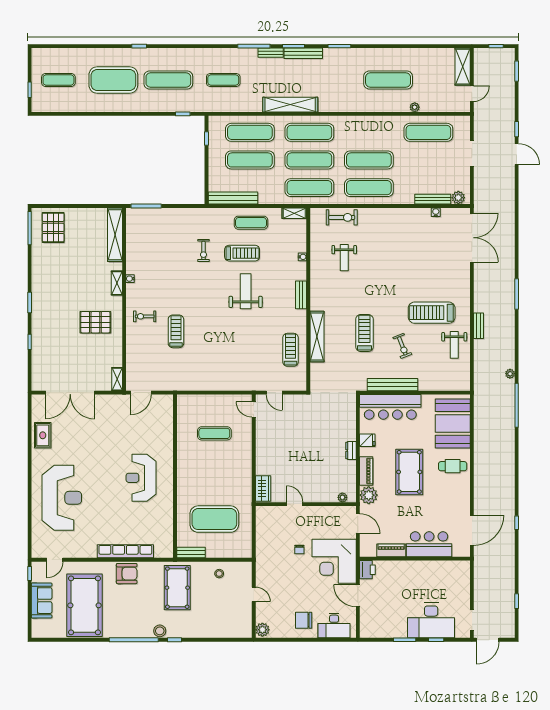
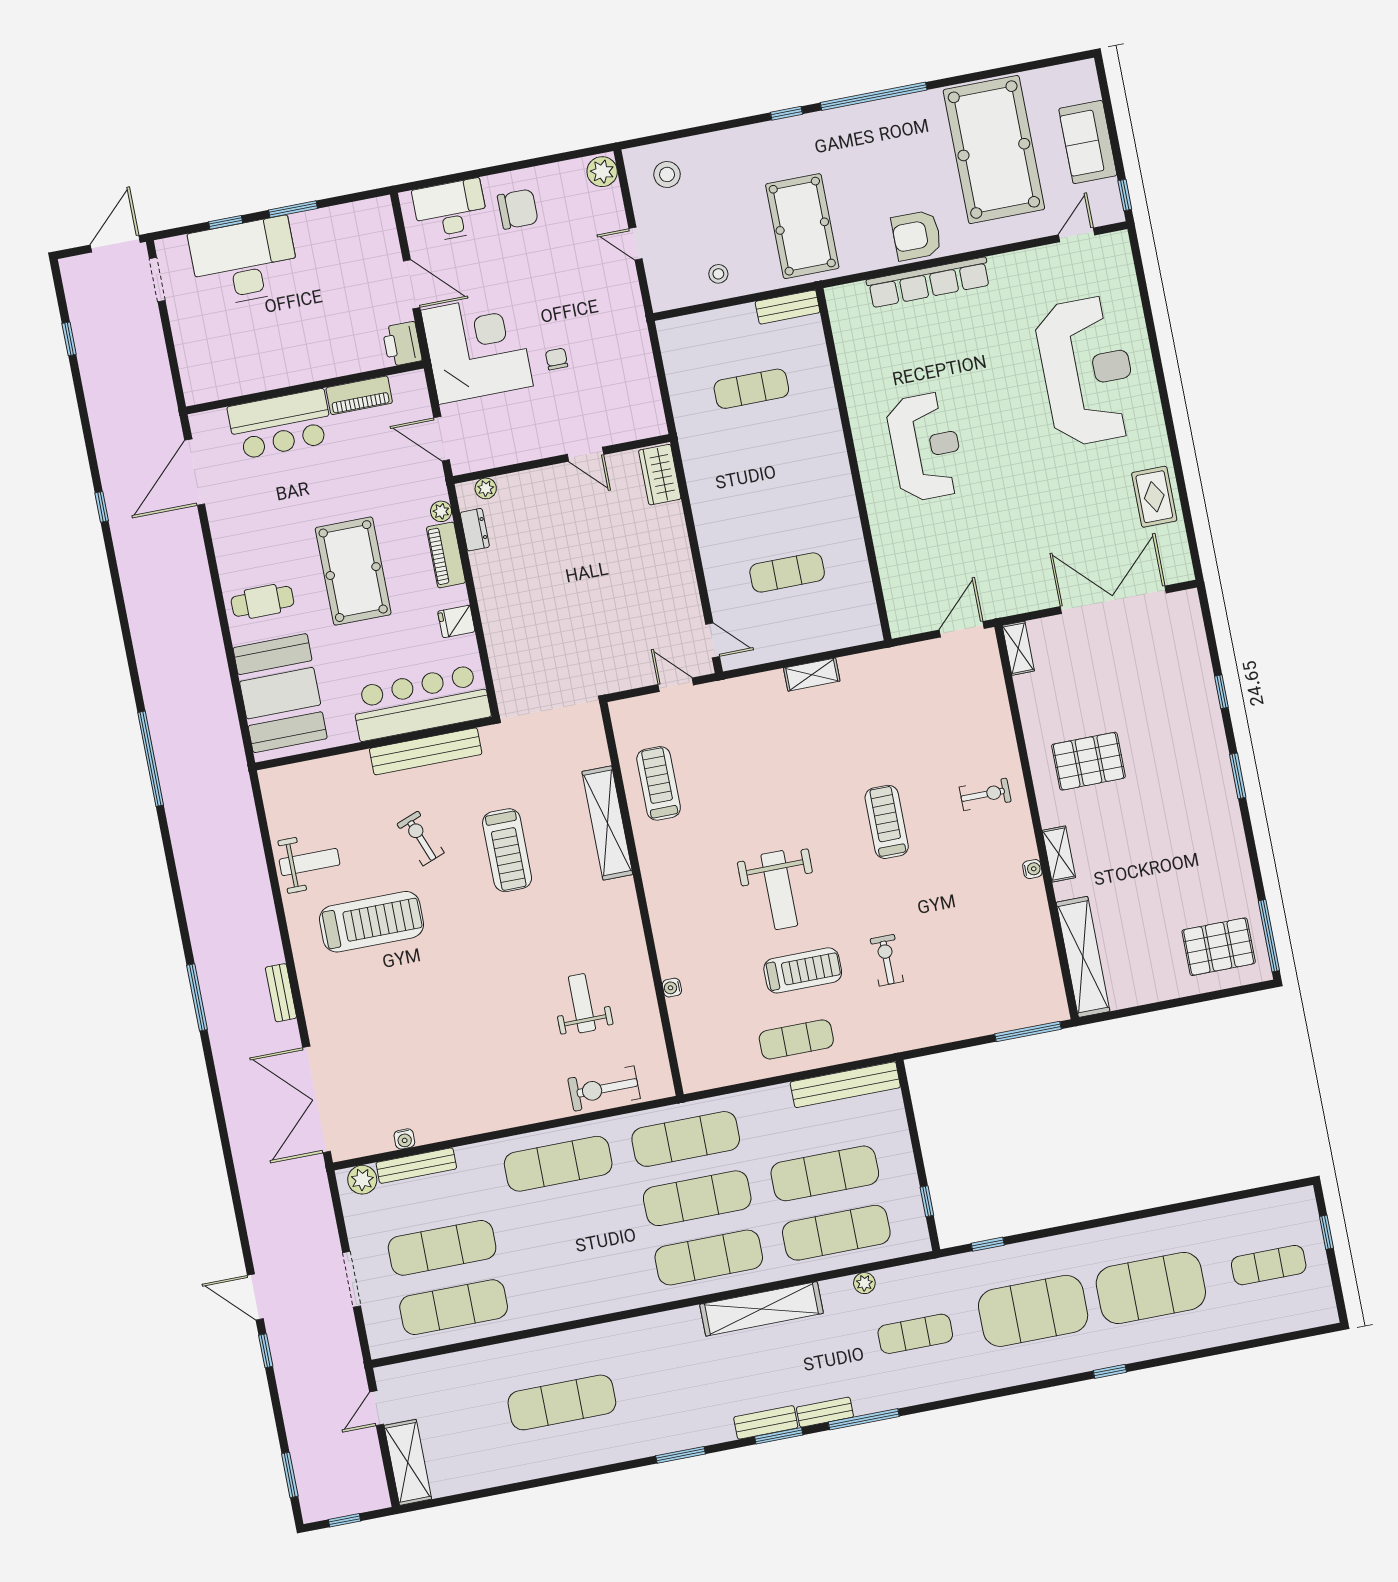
bench: (303, 53) -> (766, 1422), width x0.73
exercise mat: (168, 80) -> (1033, 1311), width x1.47
plant: (415, 107) -> (864, 1283), moved
exercise mat: (369, 160) -> (442, 1248), moved
shelving: (294, 213) -> (812, 675), moved
pallet: (53, 227) -> (1219, 947), turned 90
treadmill: (242, 253) -> (803, 970), turned 180
bench: (301, 295) -> (659, 906), removed
bench: (479, 326) -> (281, 993), moved
treadmill: (176, 331) -> (887, 822), moved, turned 180
weight bench: (454, 345) -> (310, 862), turned 90
treadmill: (291, 350) -> (659, 783), turned 180
plant: (510, 374) -> (178, 824), removed
dresser: (351, 451) -> (475, 530), moved
plant: (369, 495) -> (441, 511), width x0.53, depth x0.53
reception desk: (62, 498) -> (1087, 371), turned 180
exercise mat: (214, 519) -> (751, 389), width x0.50, depth x0.69
stool: (160, 631) -> (667, 174), moved

